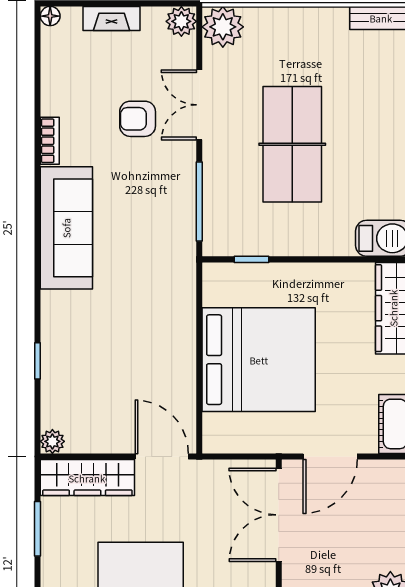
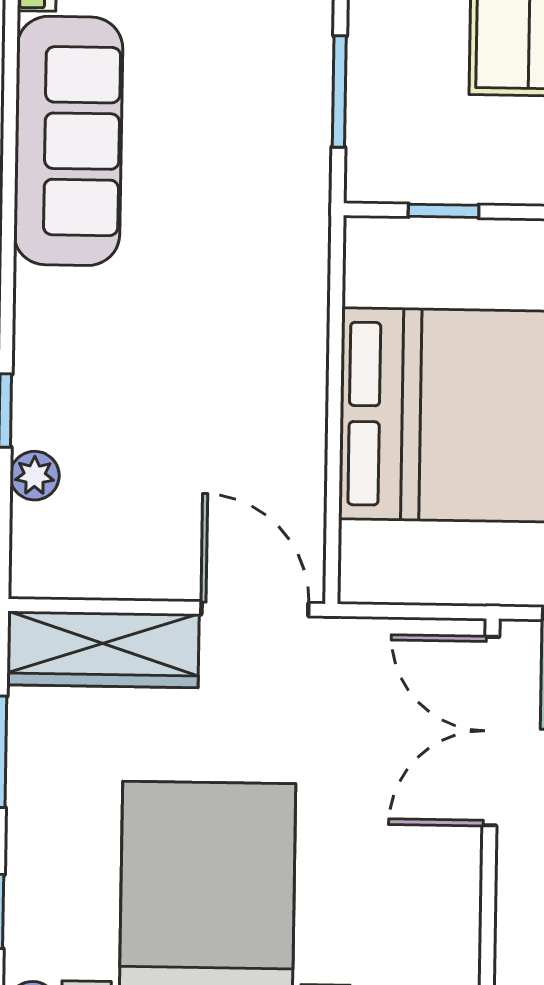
window: (199, 201) -> (339, 92), width x0.69
plant: (52, 441) -> (35, 476), moved

